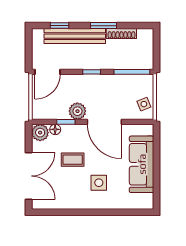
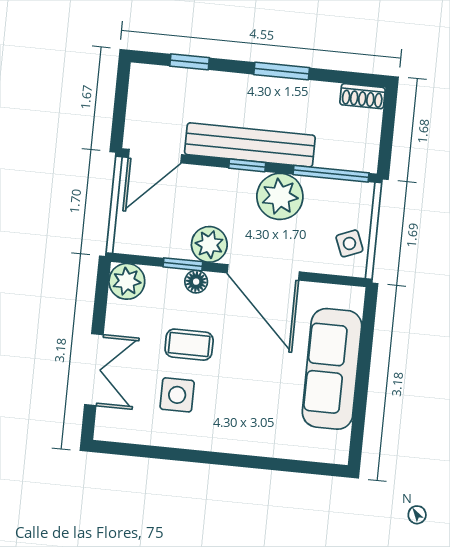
shoe rack: (121, 34) -> (362, 96), moved, width x0.70
bench: (75, 36) -> (250, 145), moved
plant: (109, 85) -> (280, 196), added
floor lamp: (55, 129) -> (196, 282), moved
double door: (29, 176) -> (94, 370), width x0.73
side table: (99, 183) -> (177, 395), moved

